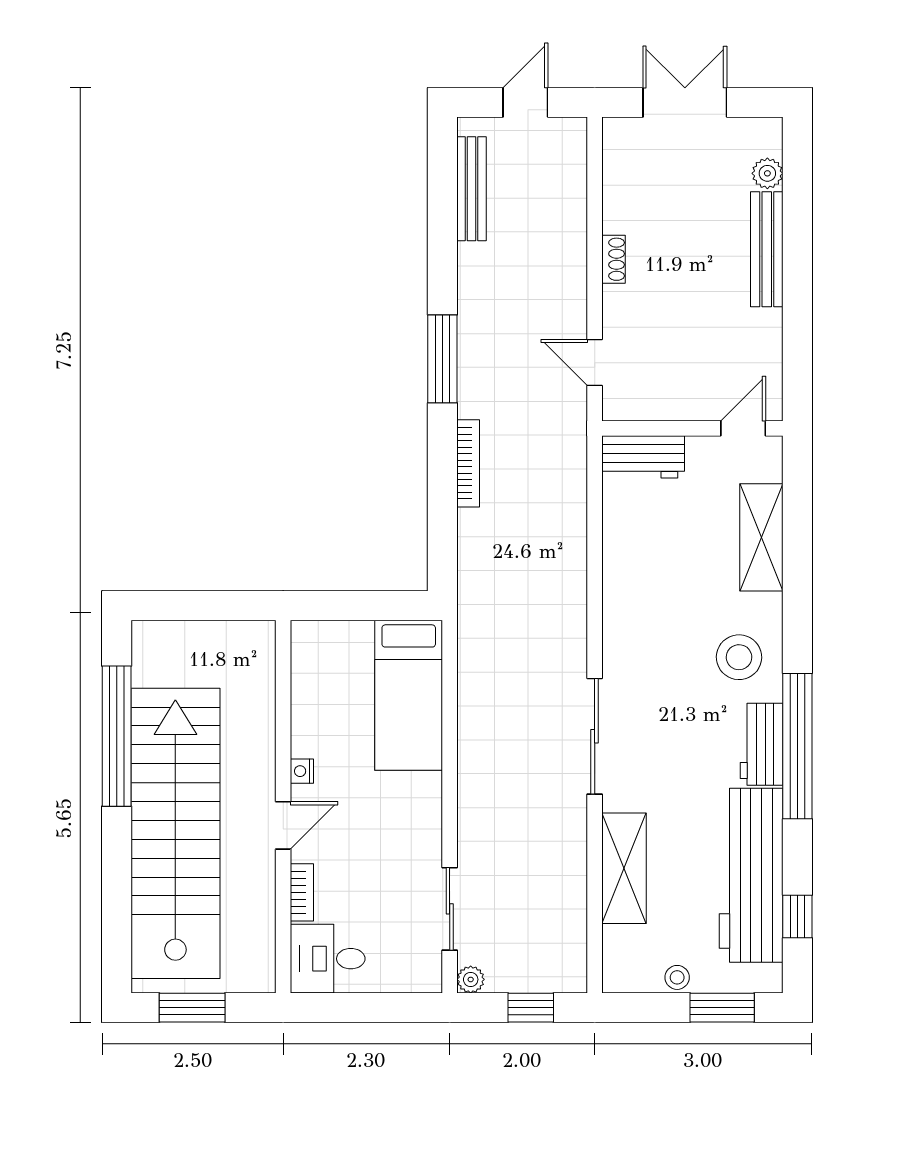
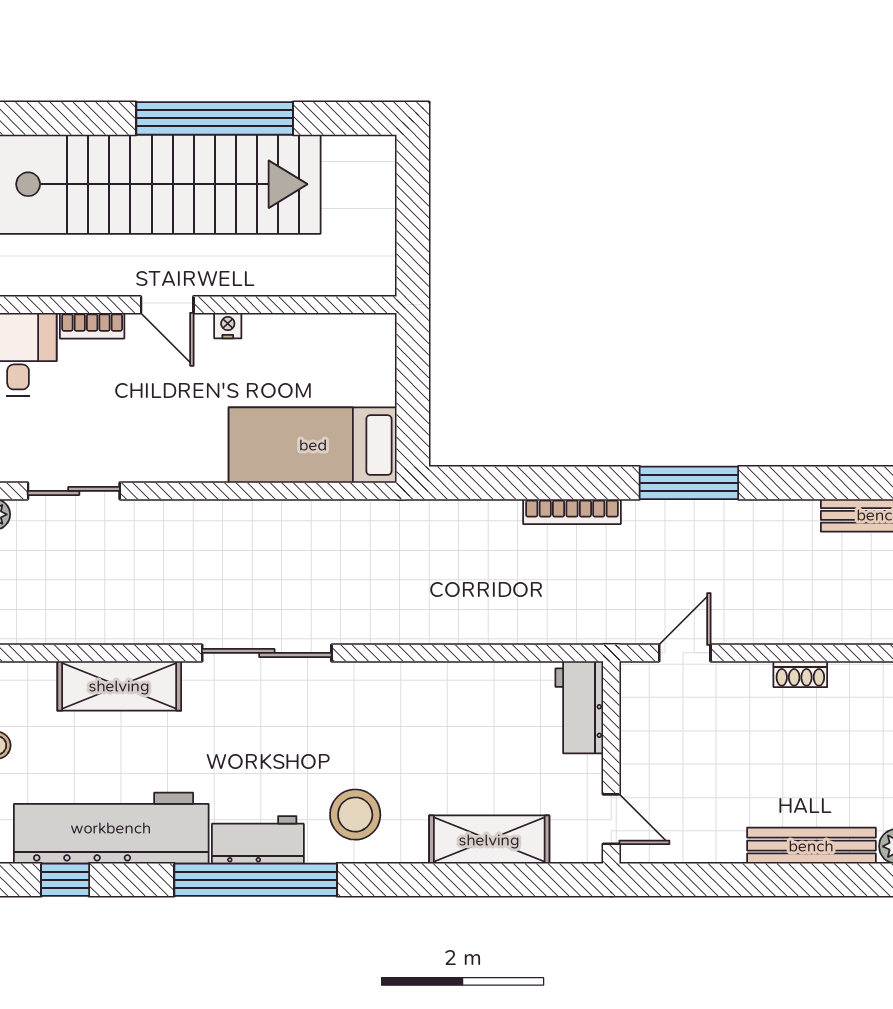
window: (117, 736) -> (215, 118), moved

